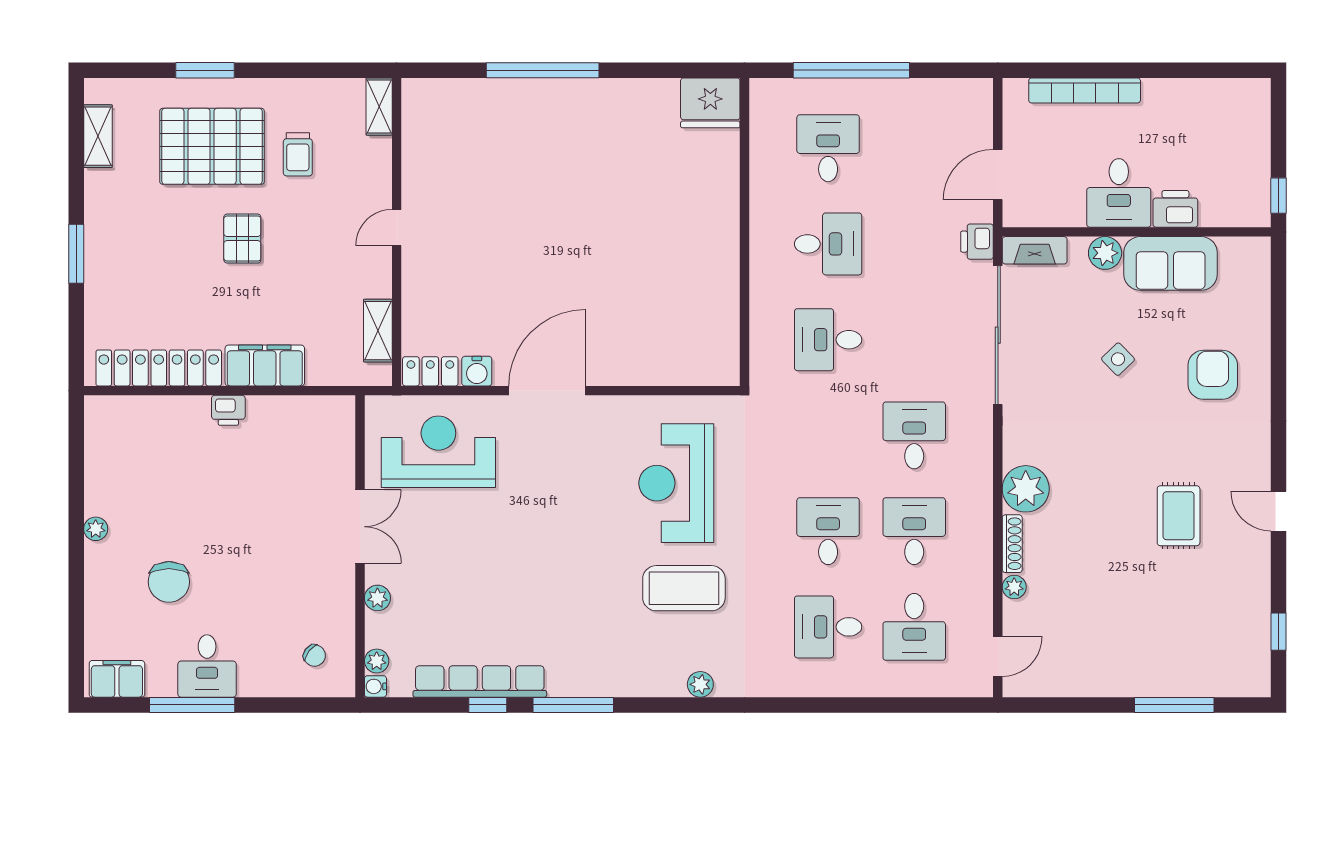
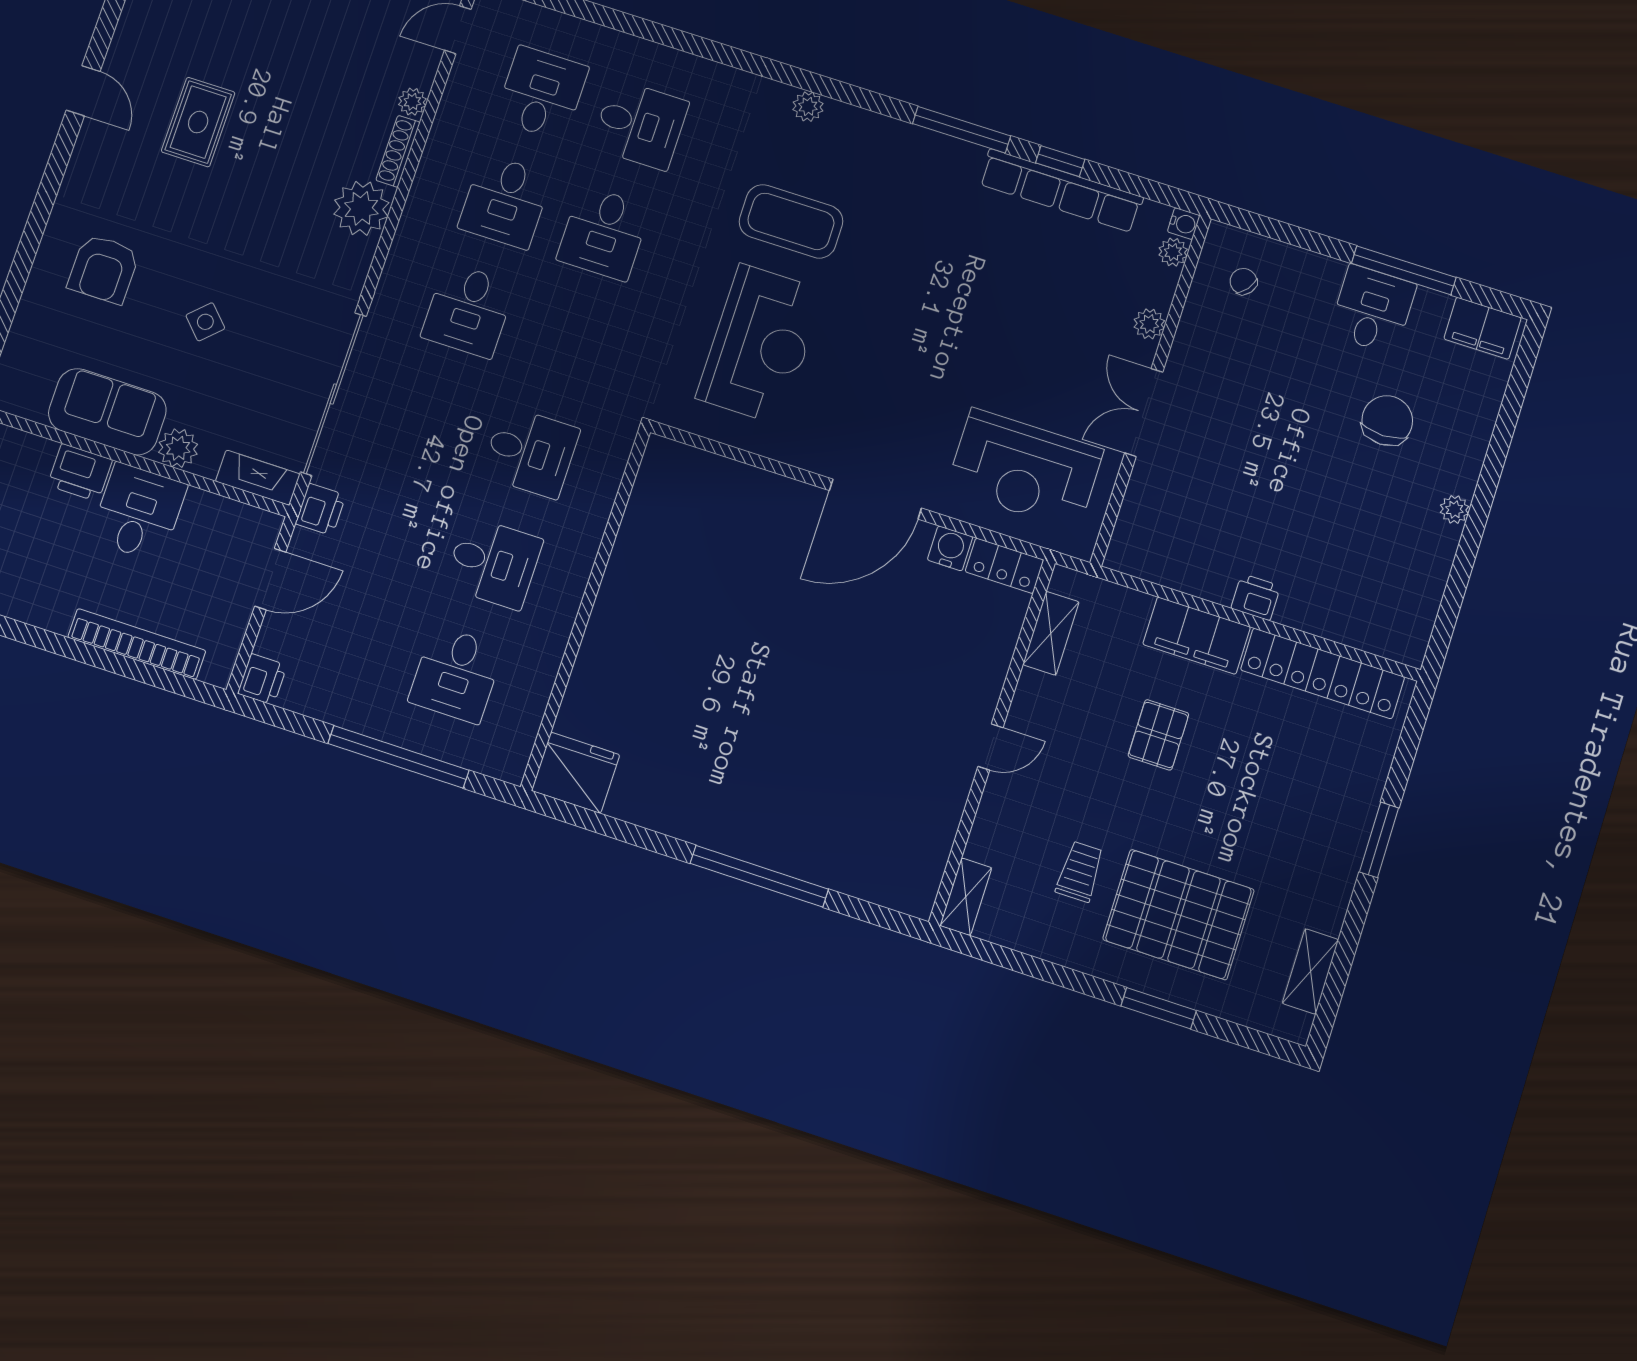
printer: (977, 95) -> (262, 679), added
pallet: (242, 239) -> (1158, 735), moved
desk: (828, 244) -> (493, 563), turned 180

